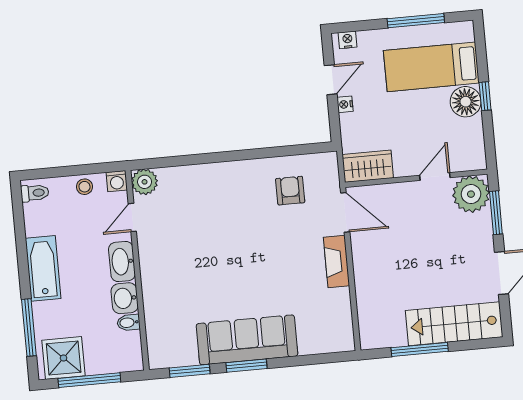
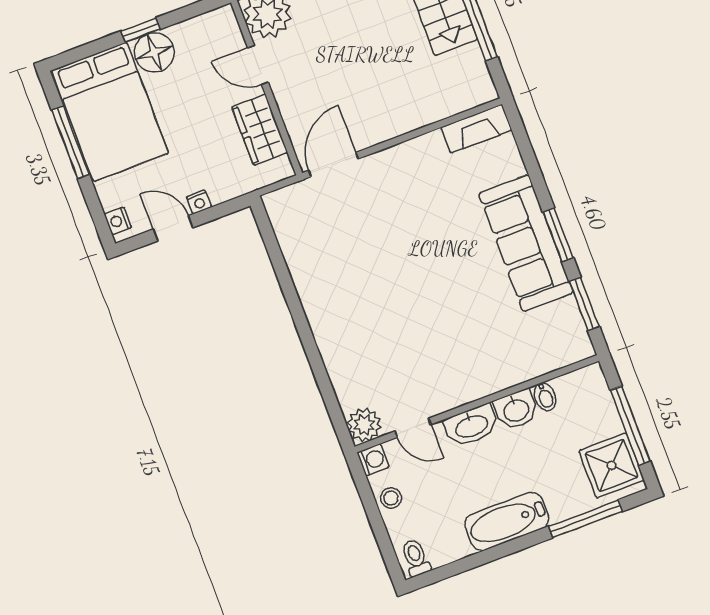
bed: (431, 67) -> (110, 112), width x1.50
wardrobe: (368, 166) -> (260, 130), moved
armchair: (290, 191) -> (325, 240), removed
fireplace: (337, 261) -> (476, 129), moved

